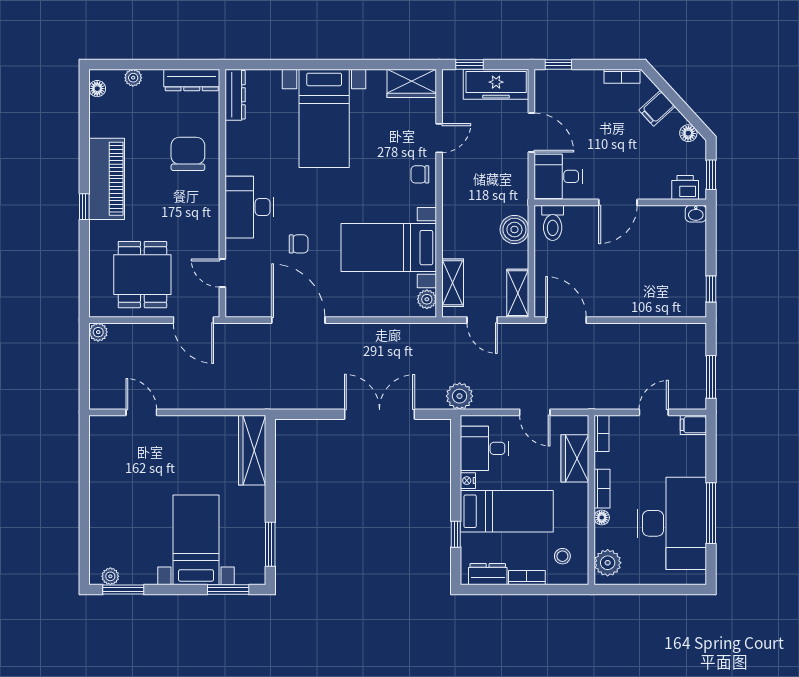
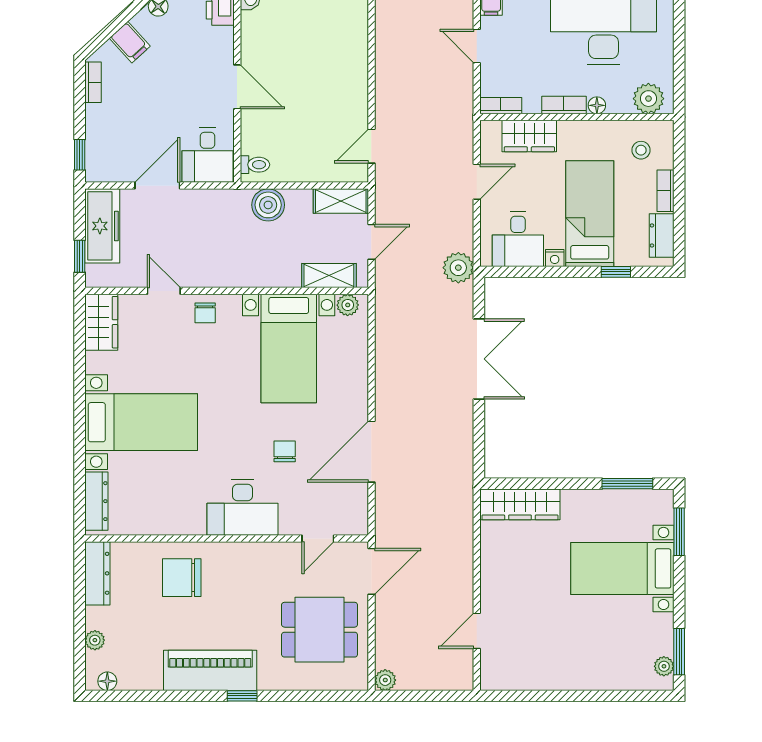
dresser: (235, 95) -> (96, 501), moved, turned 90
toilet: (553, 223) -> (255, 165), width x0.73, depth x0.72
door: (566, 320) -> (371, 146), width x0.73
double door: (380, 414) -> (479, 359), swing flipped

